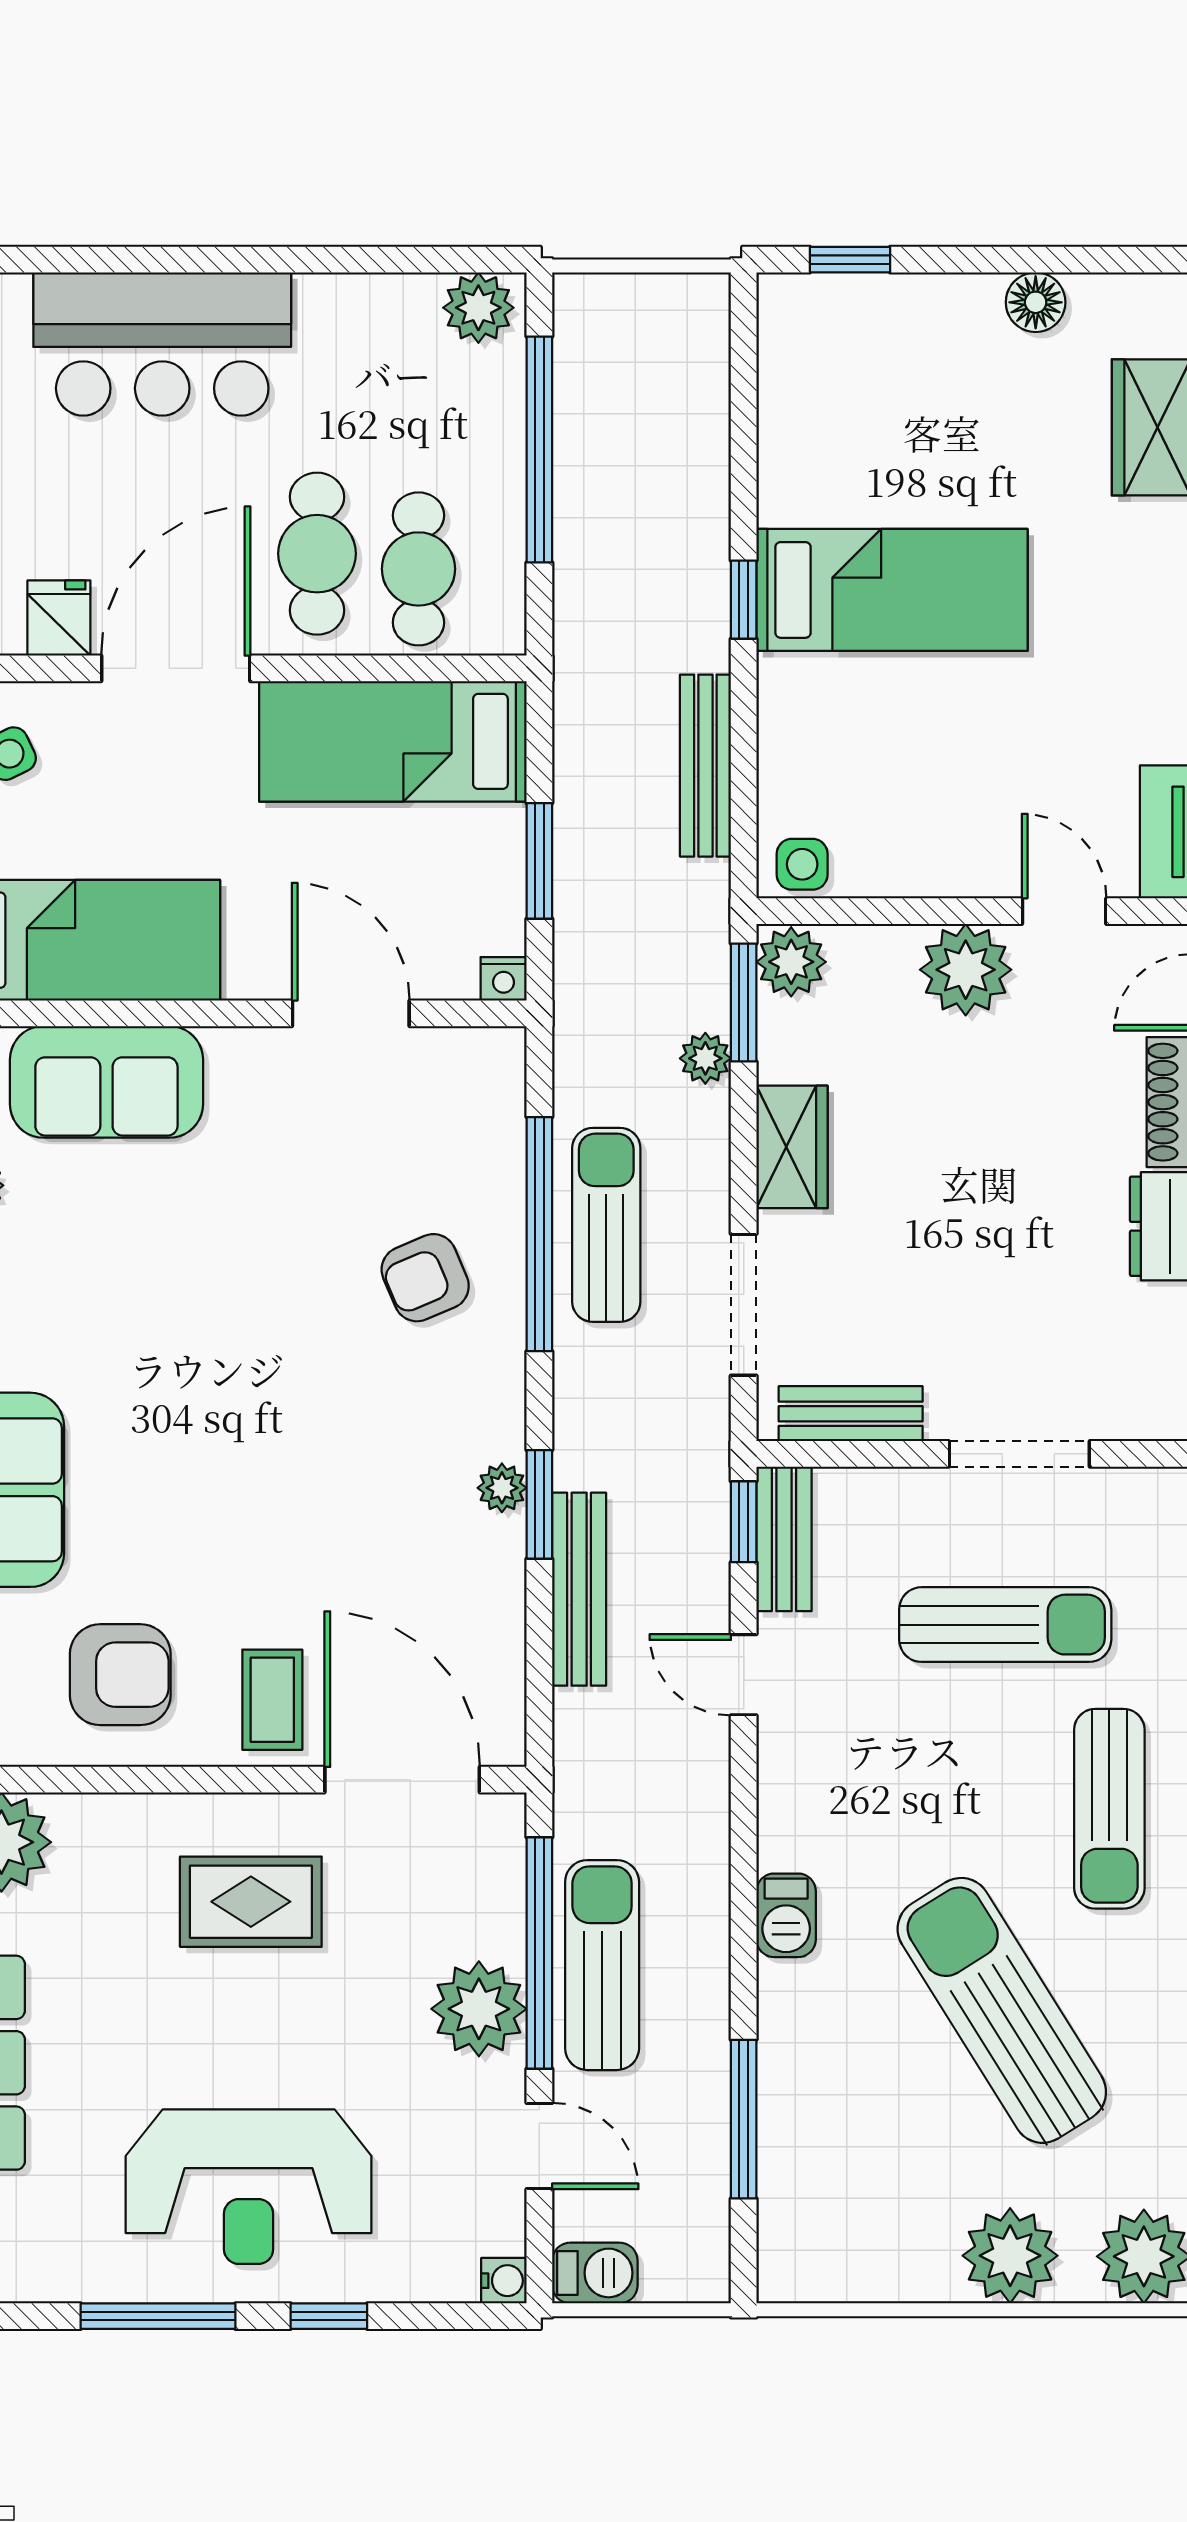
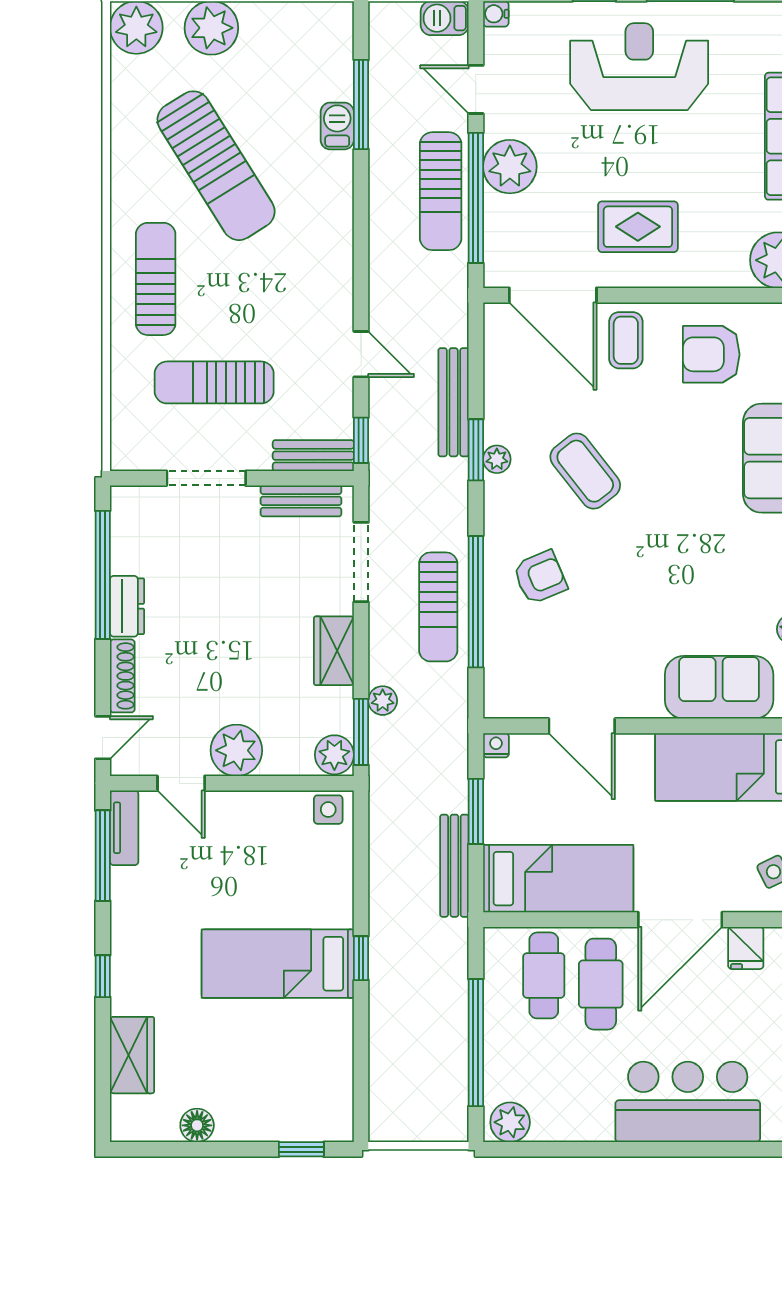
bench: (705, 766) -> (454, 866), moved
coffee table: (345, 1467) -> (585, 471), added
bench: (784, 1539) -> (313, 456), moved, turned 90
barbecue: (786, 1915) -> (337, 126), moved

